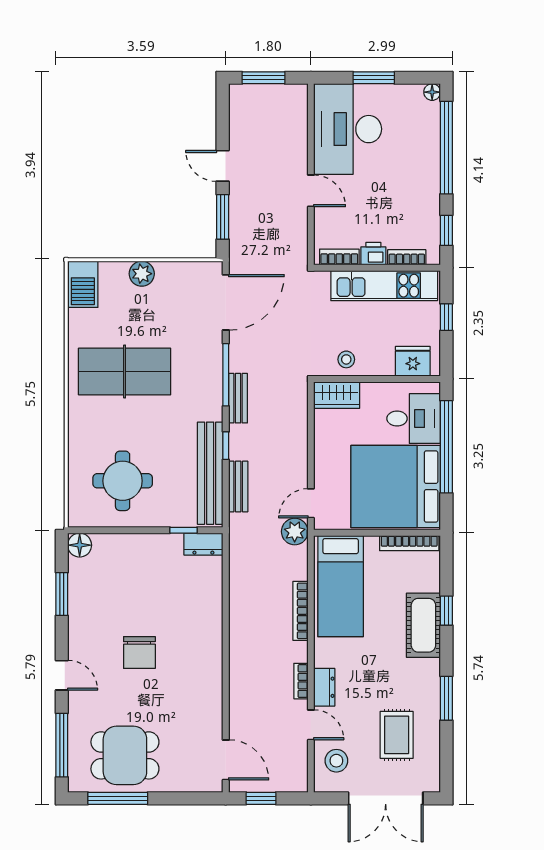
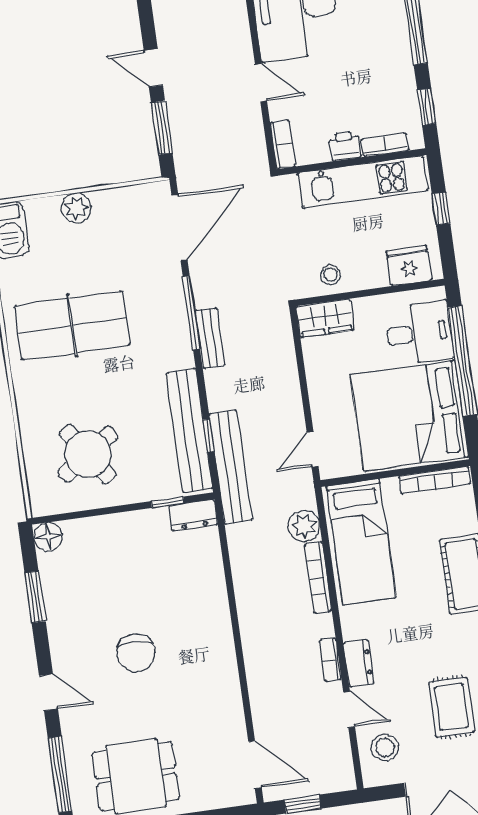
bookcase: (339, 257) -> (283, 145), moved, turned 90
window: (226, 446) -> (209, 436), moved
round table: (123, 481) -> (88, 454), turned -34
bench: (238, 486) -> (231, 467), width x1.86, depth x1.21
plant: (295, 532) -> (304, 526), moved

